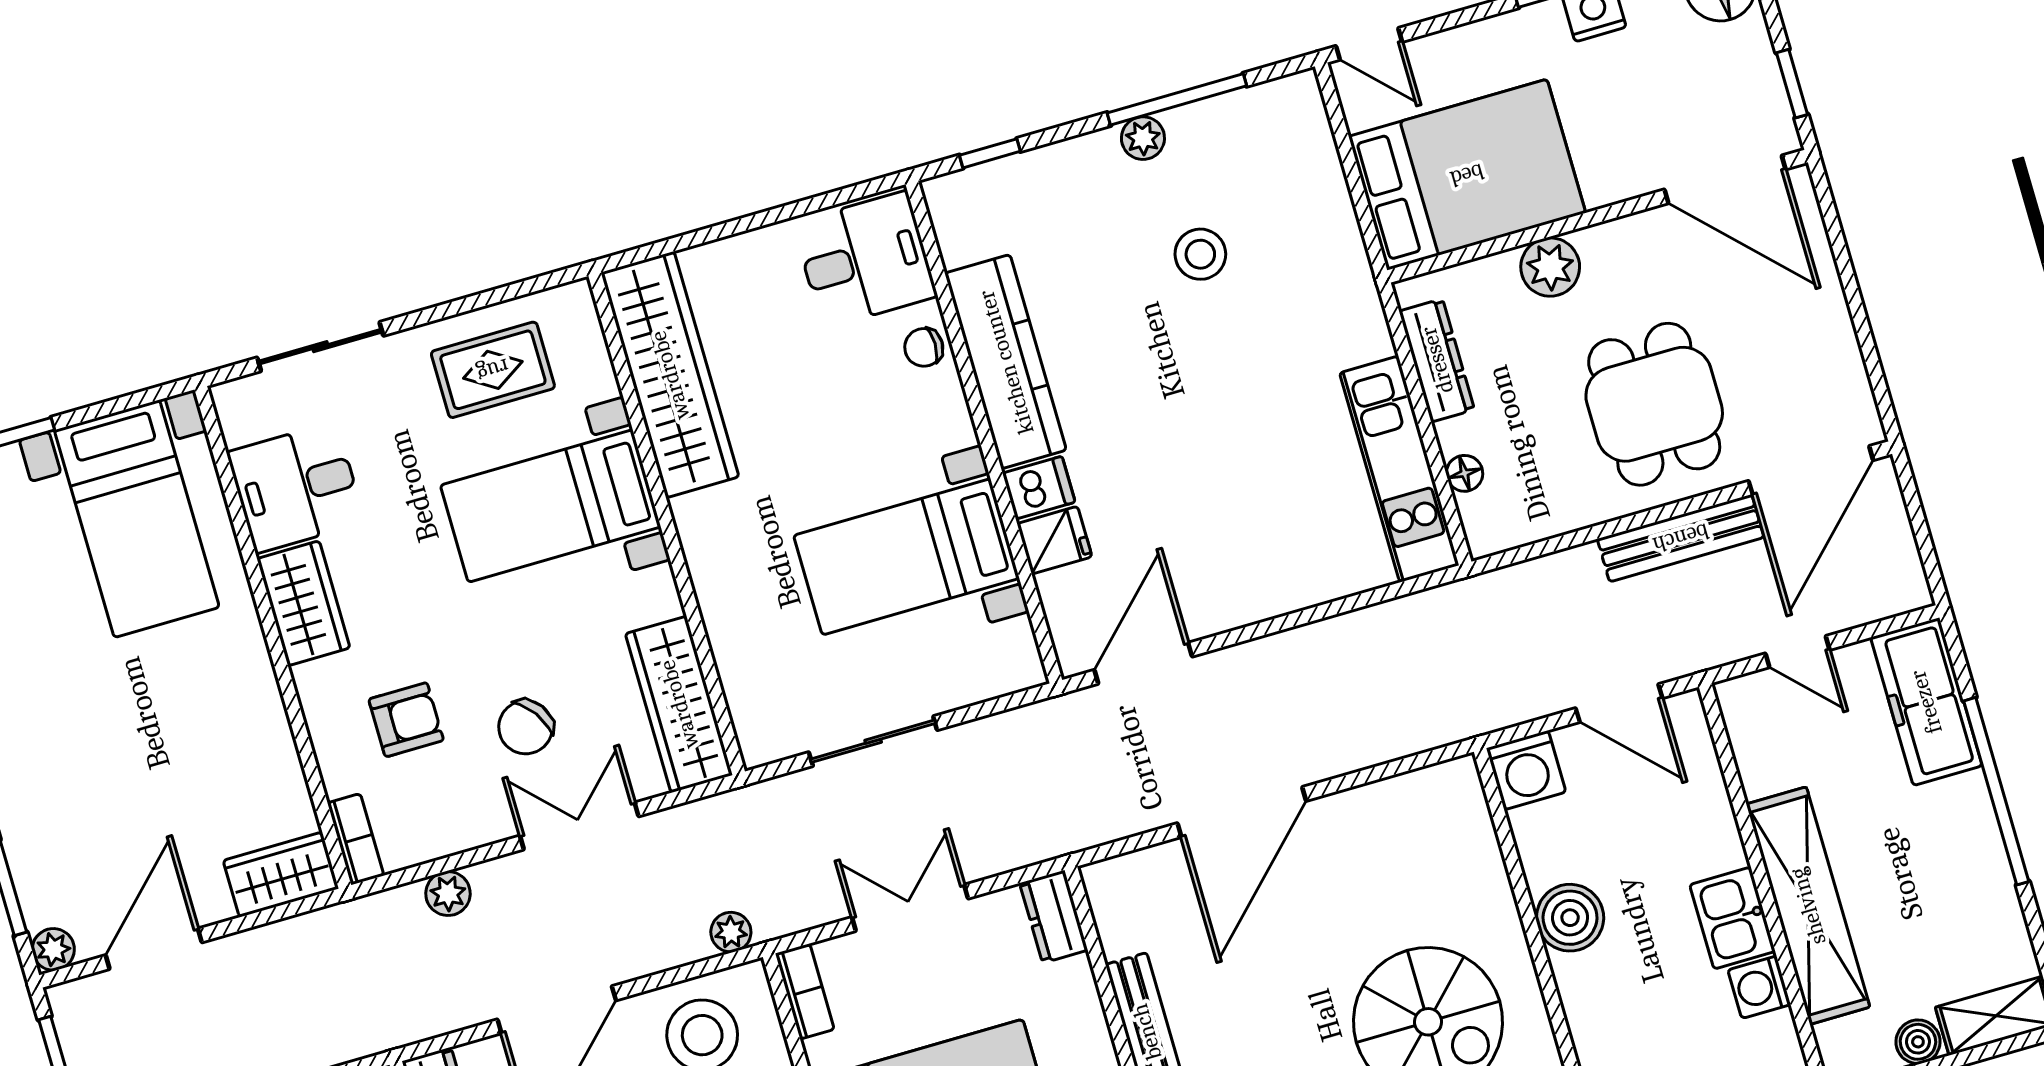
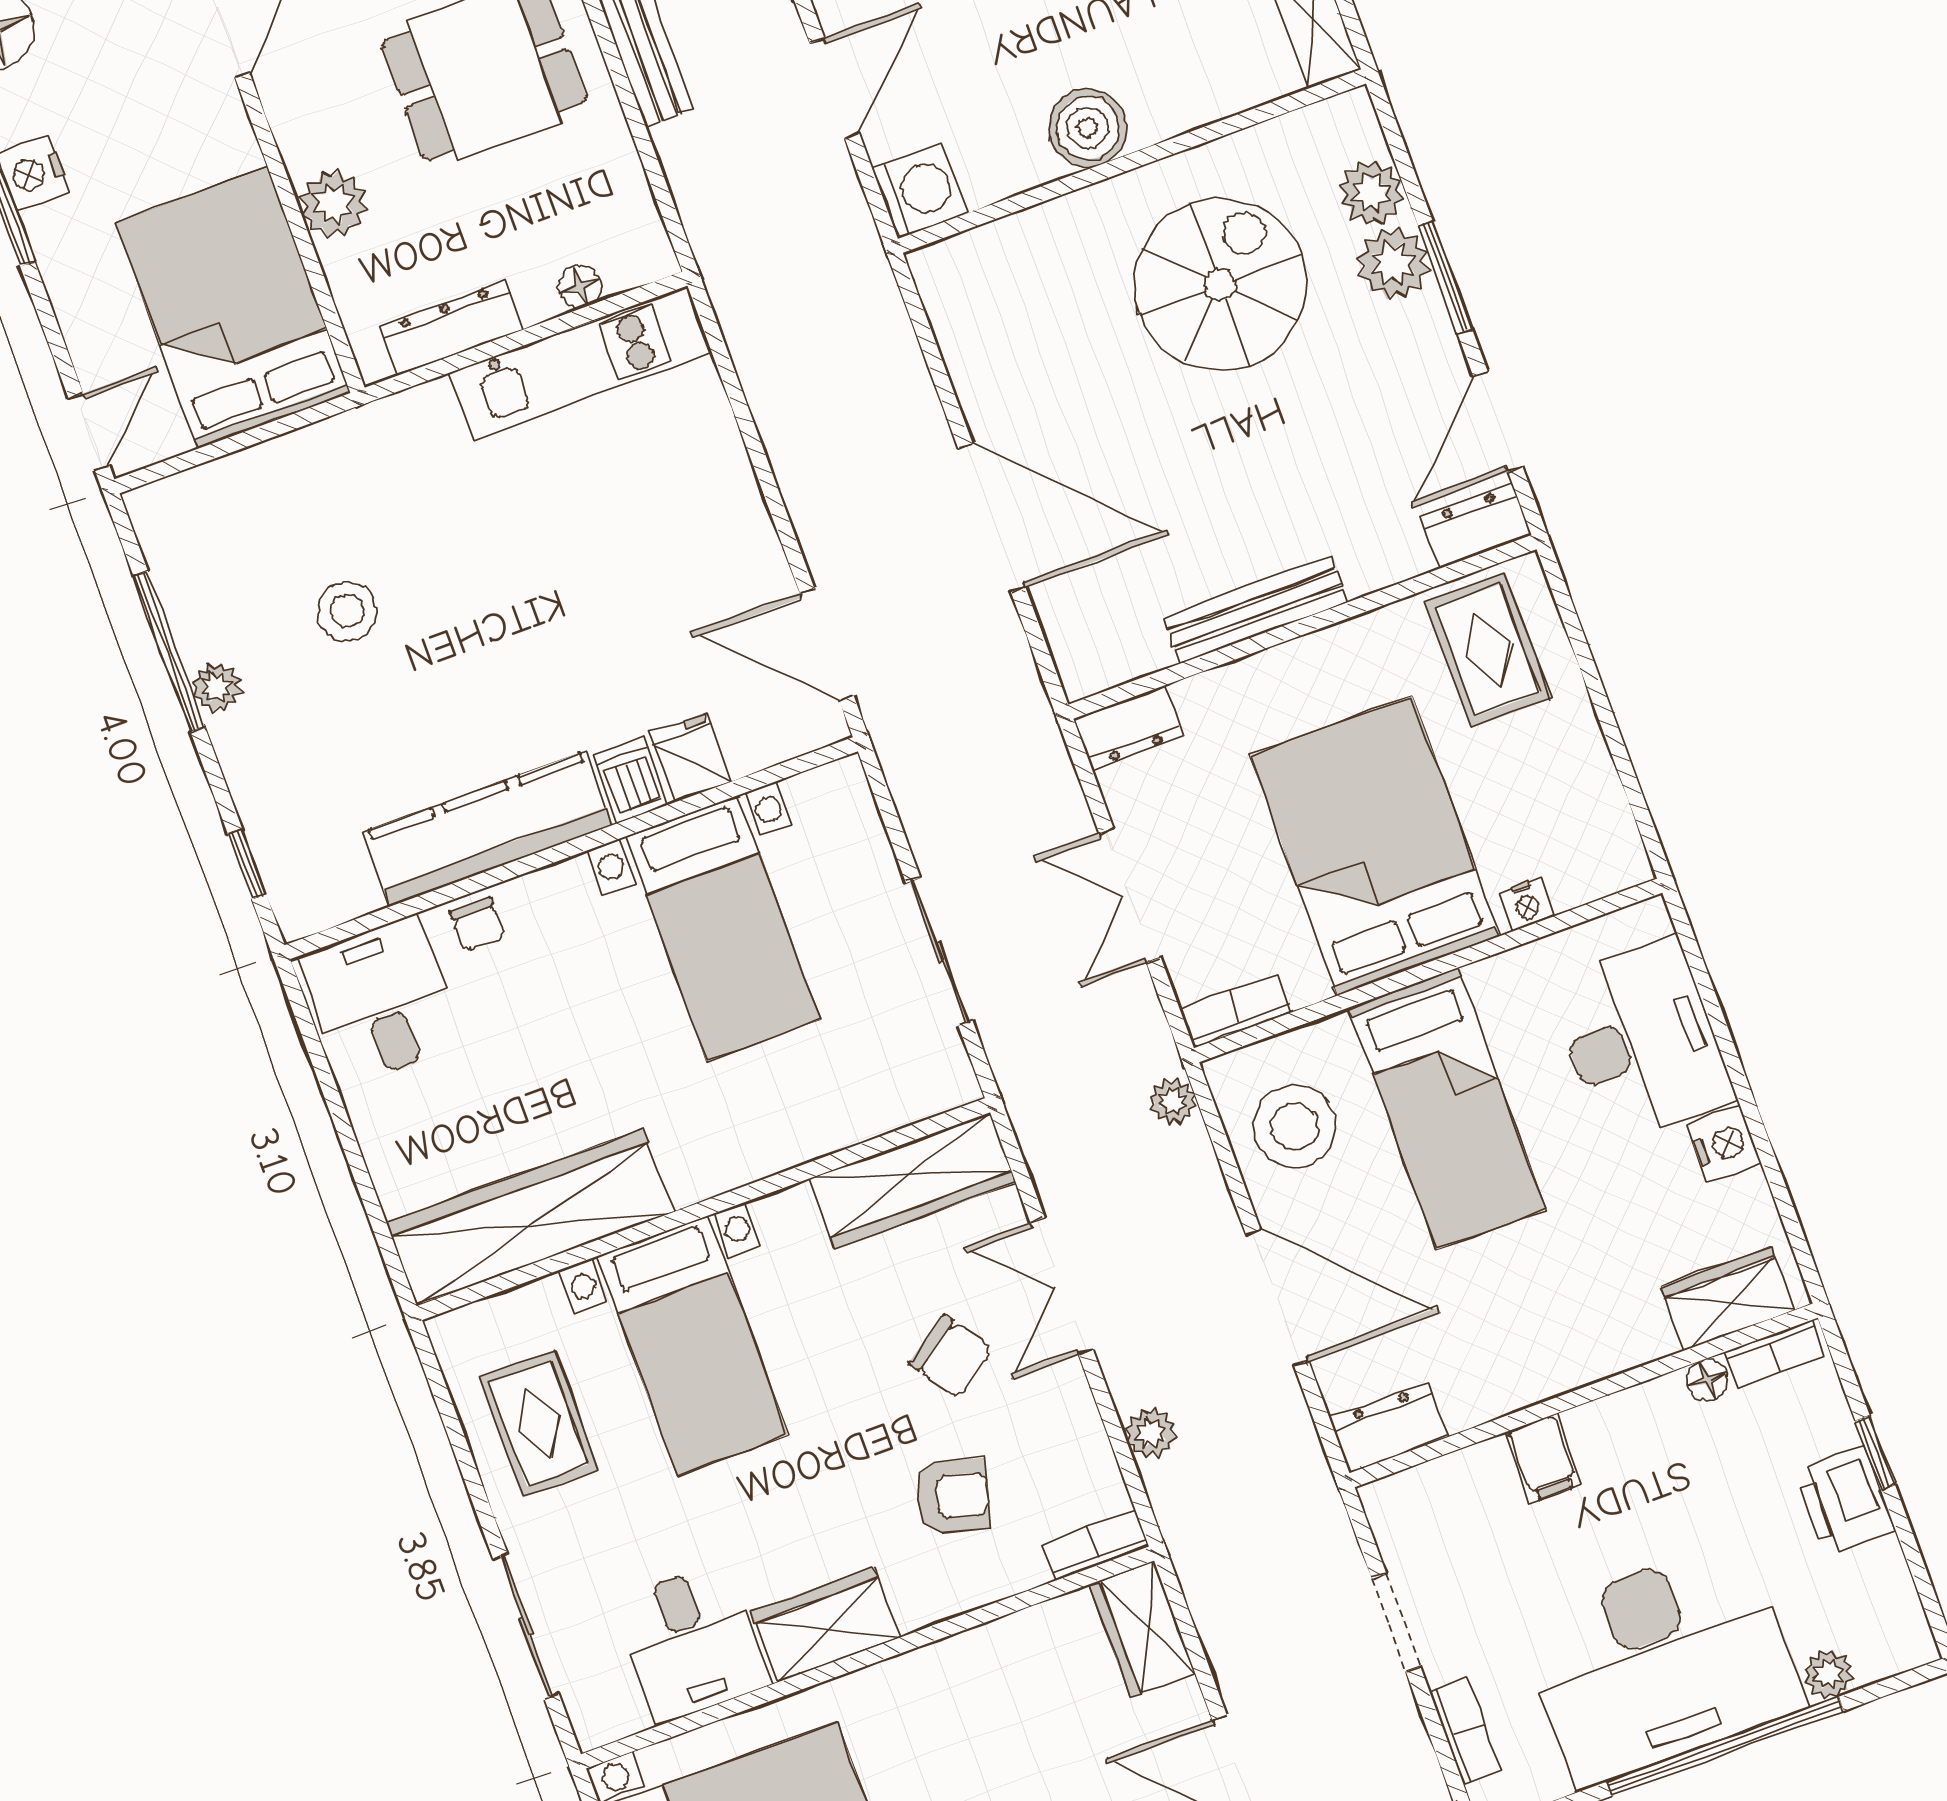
armchair: (406, 720) -> (952, 1496), turned 105

